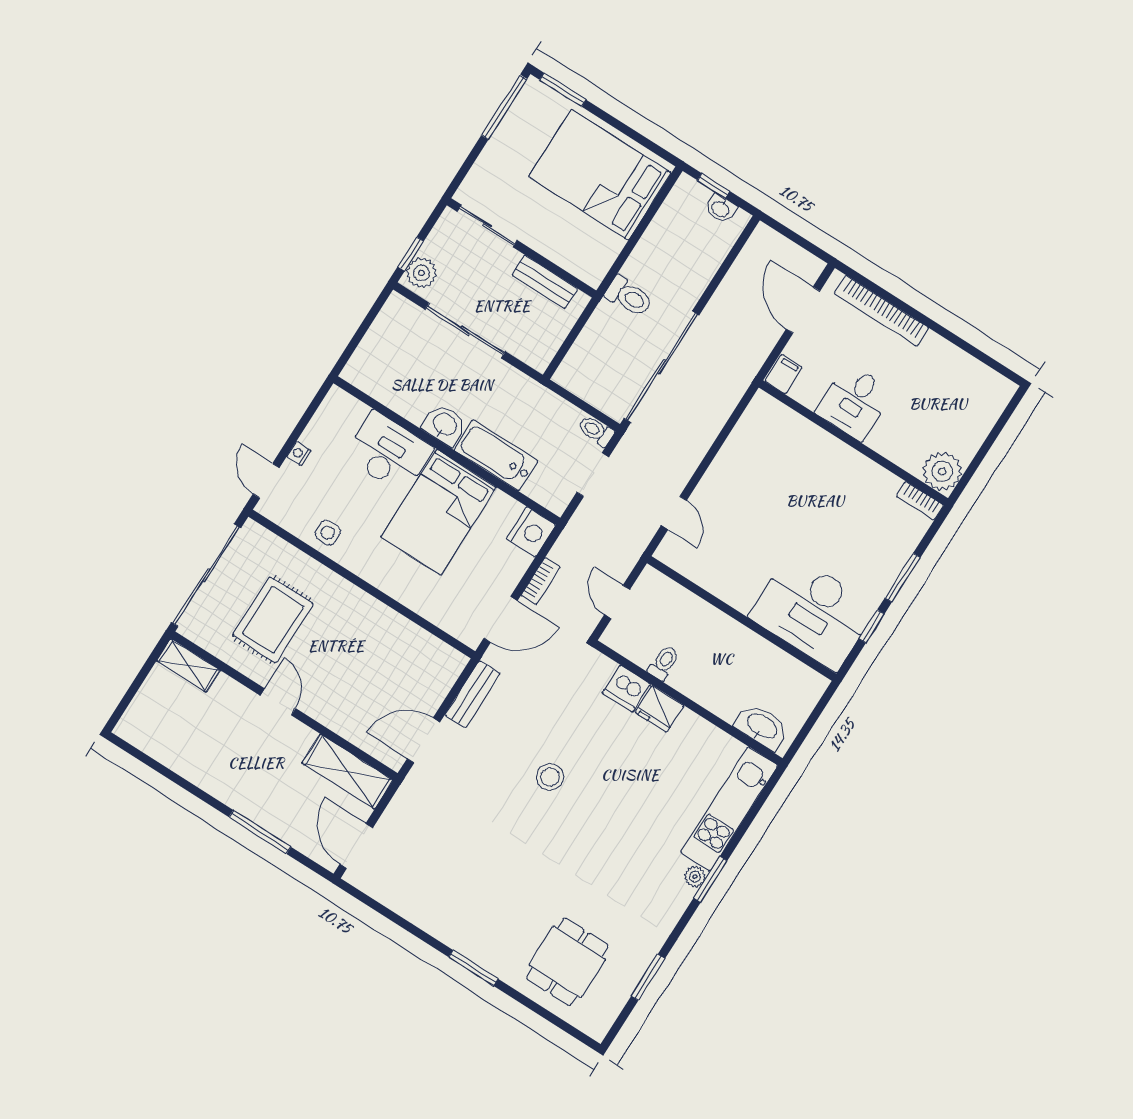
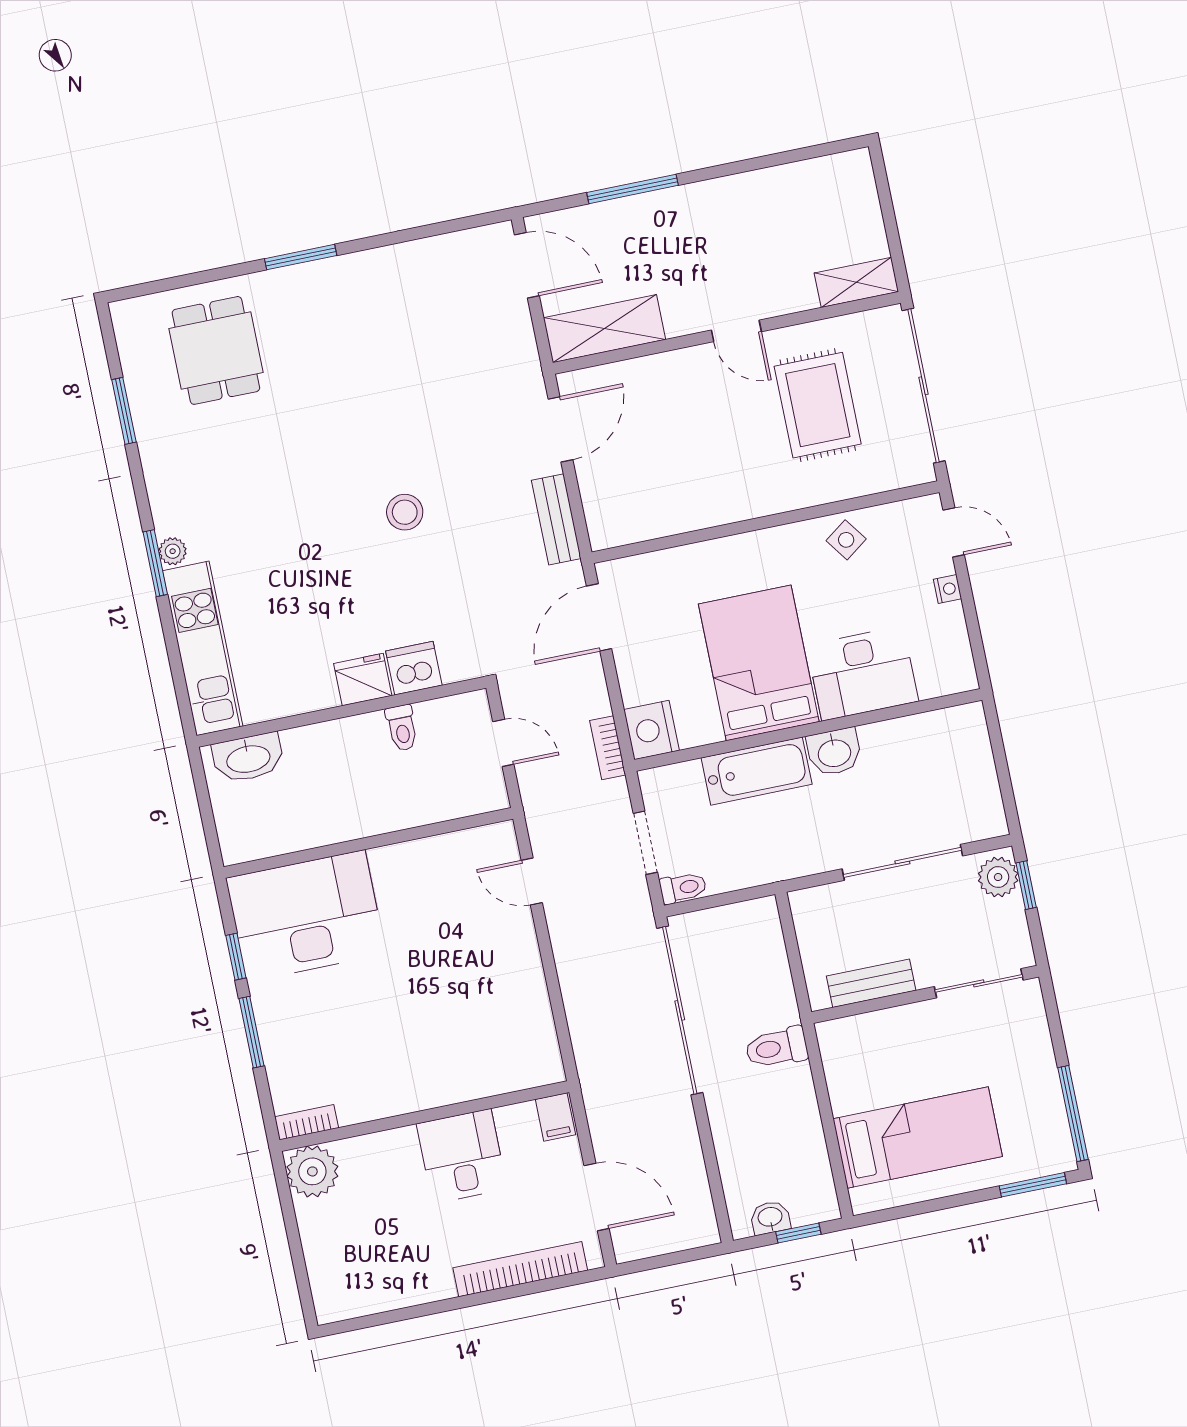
bed: (600, 175) -> (918, 1138), width x0.67
side table: (328, 533) -> (846, 540), turned -36
bookcase: (541, 581) -> (608, 748), moved

